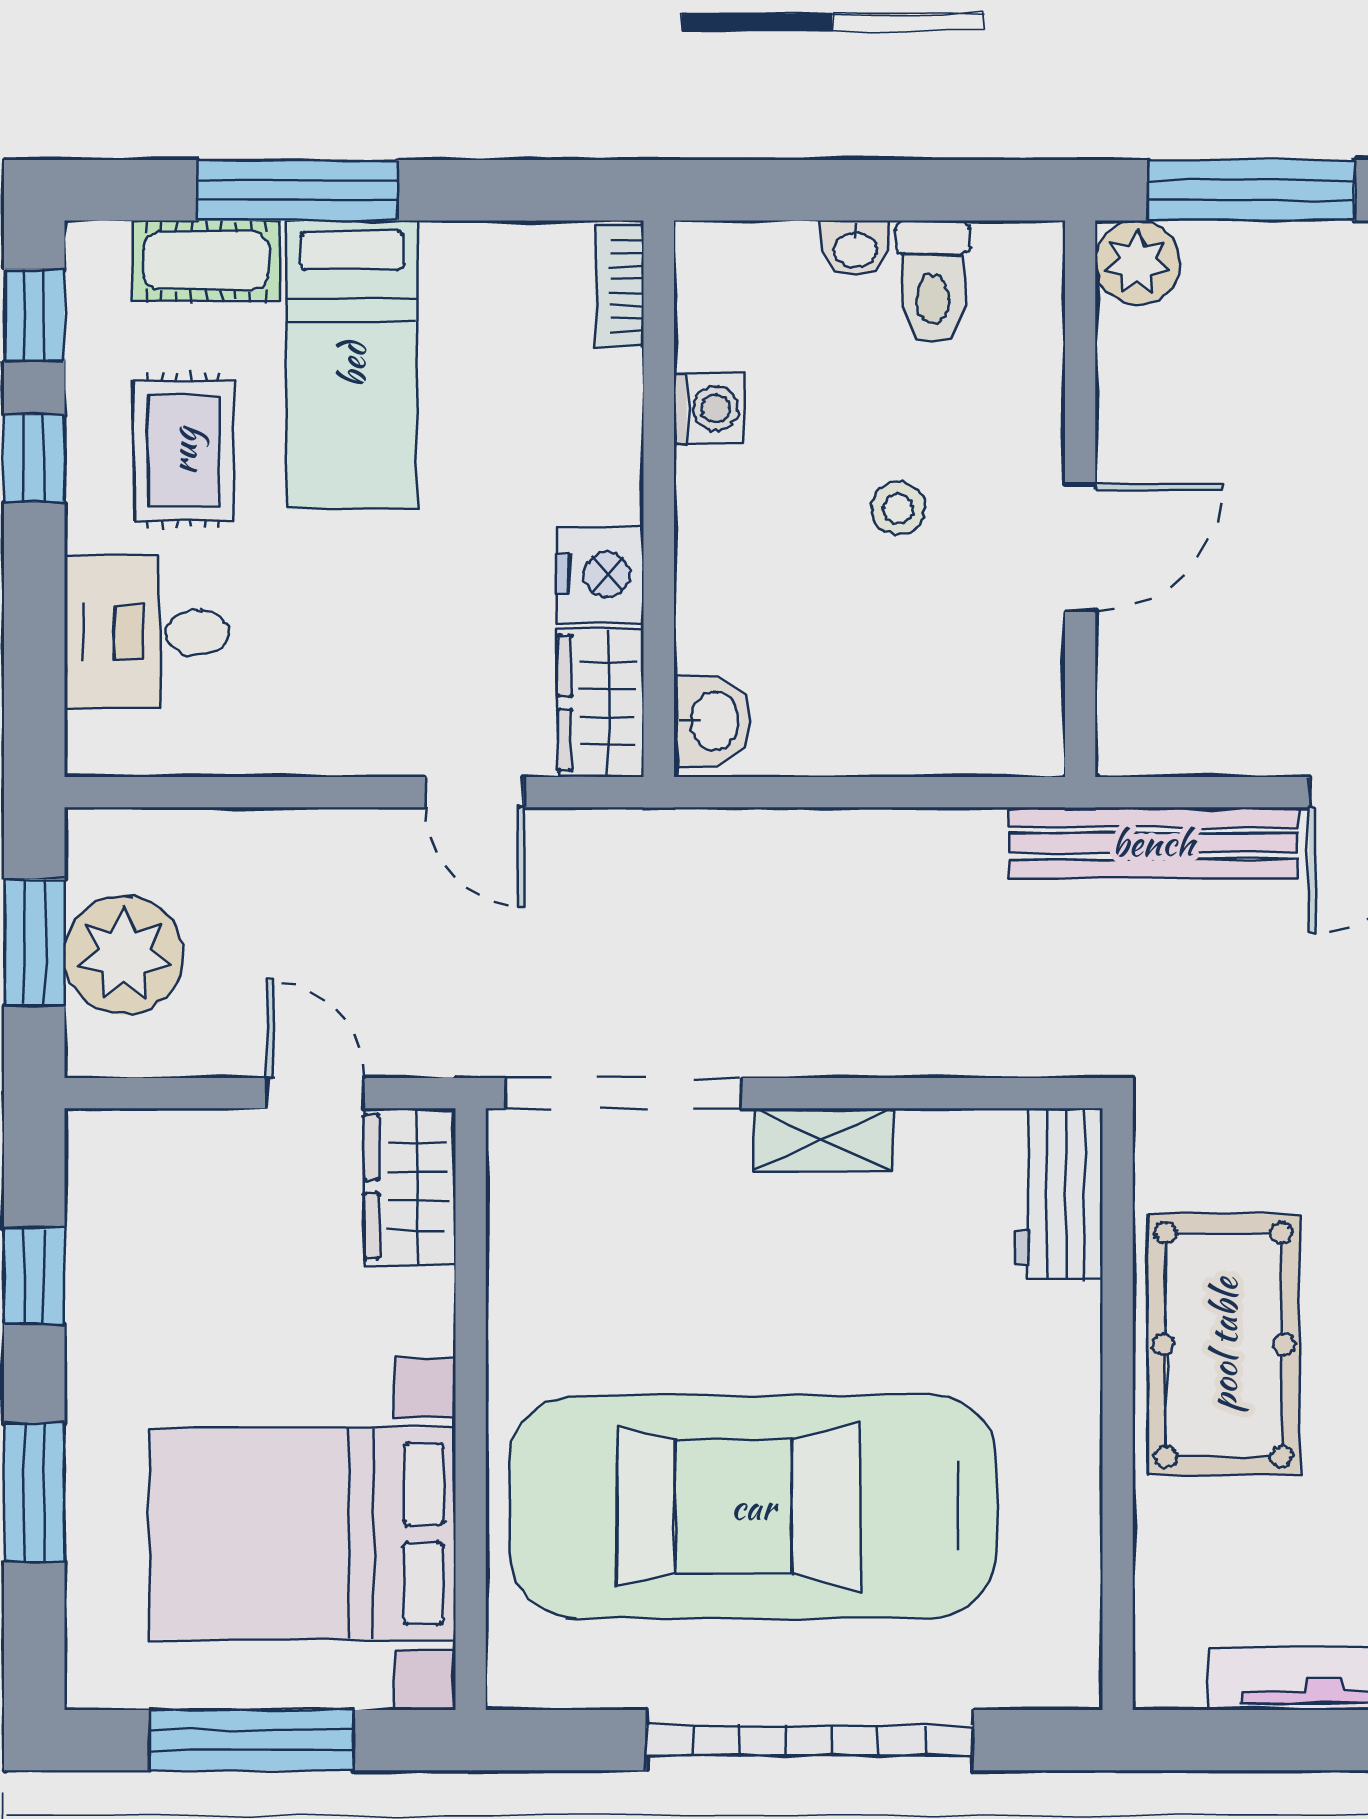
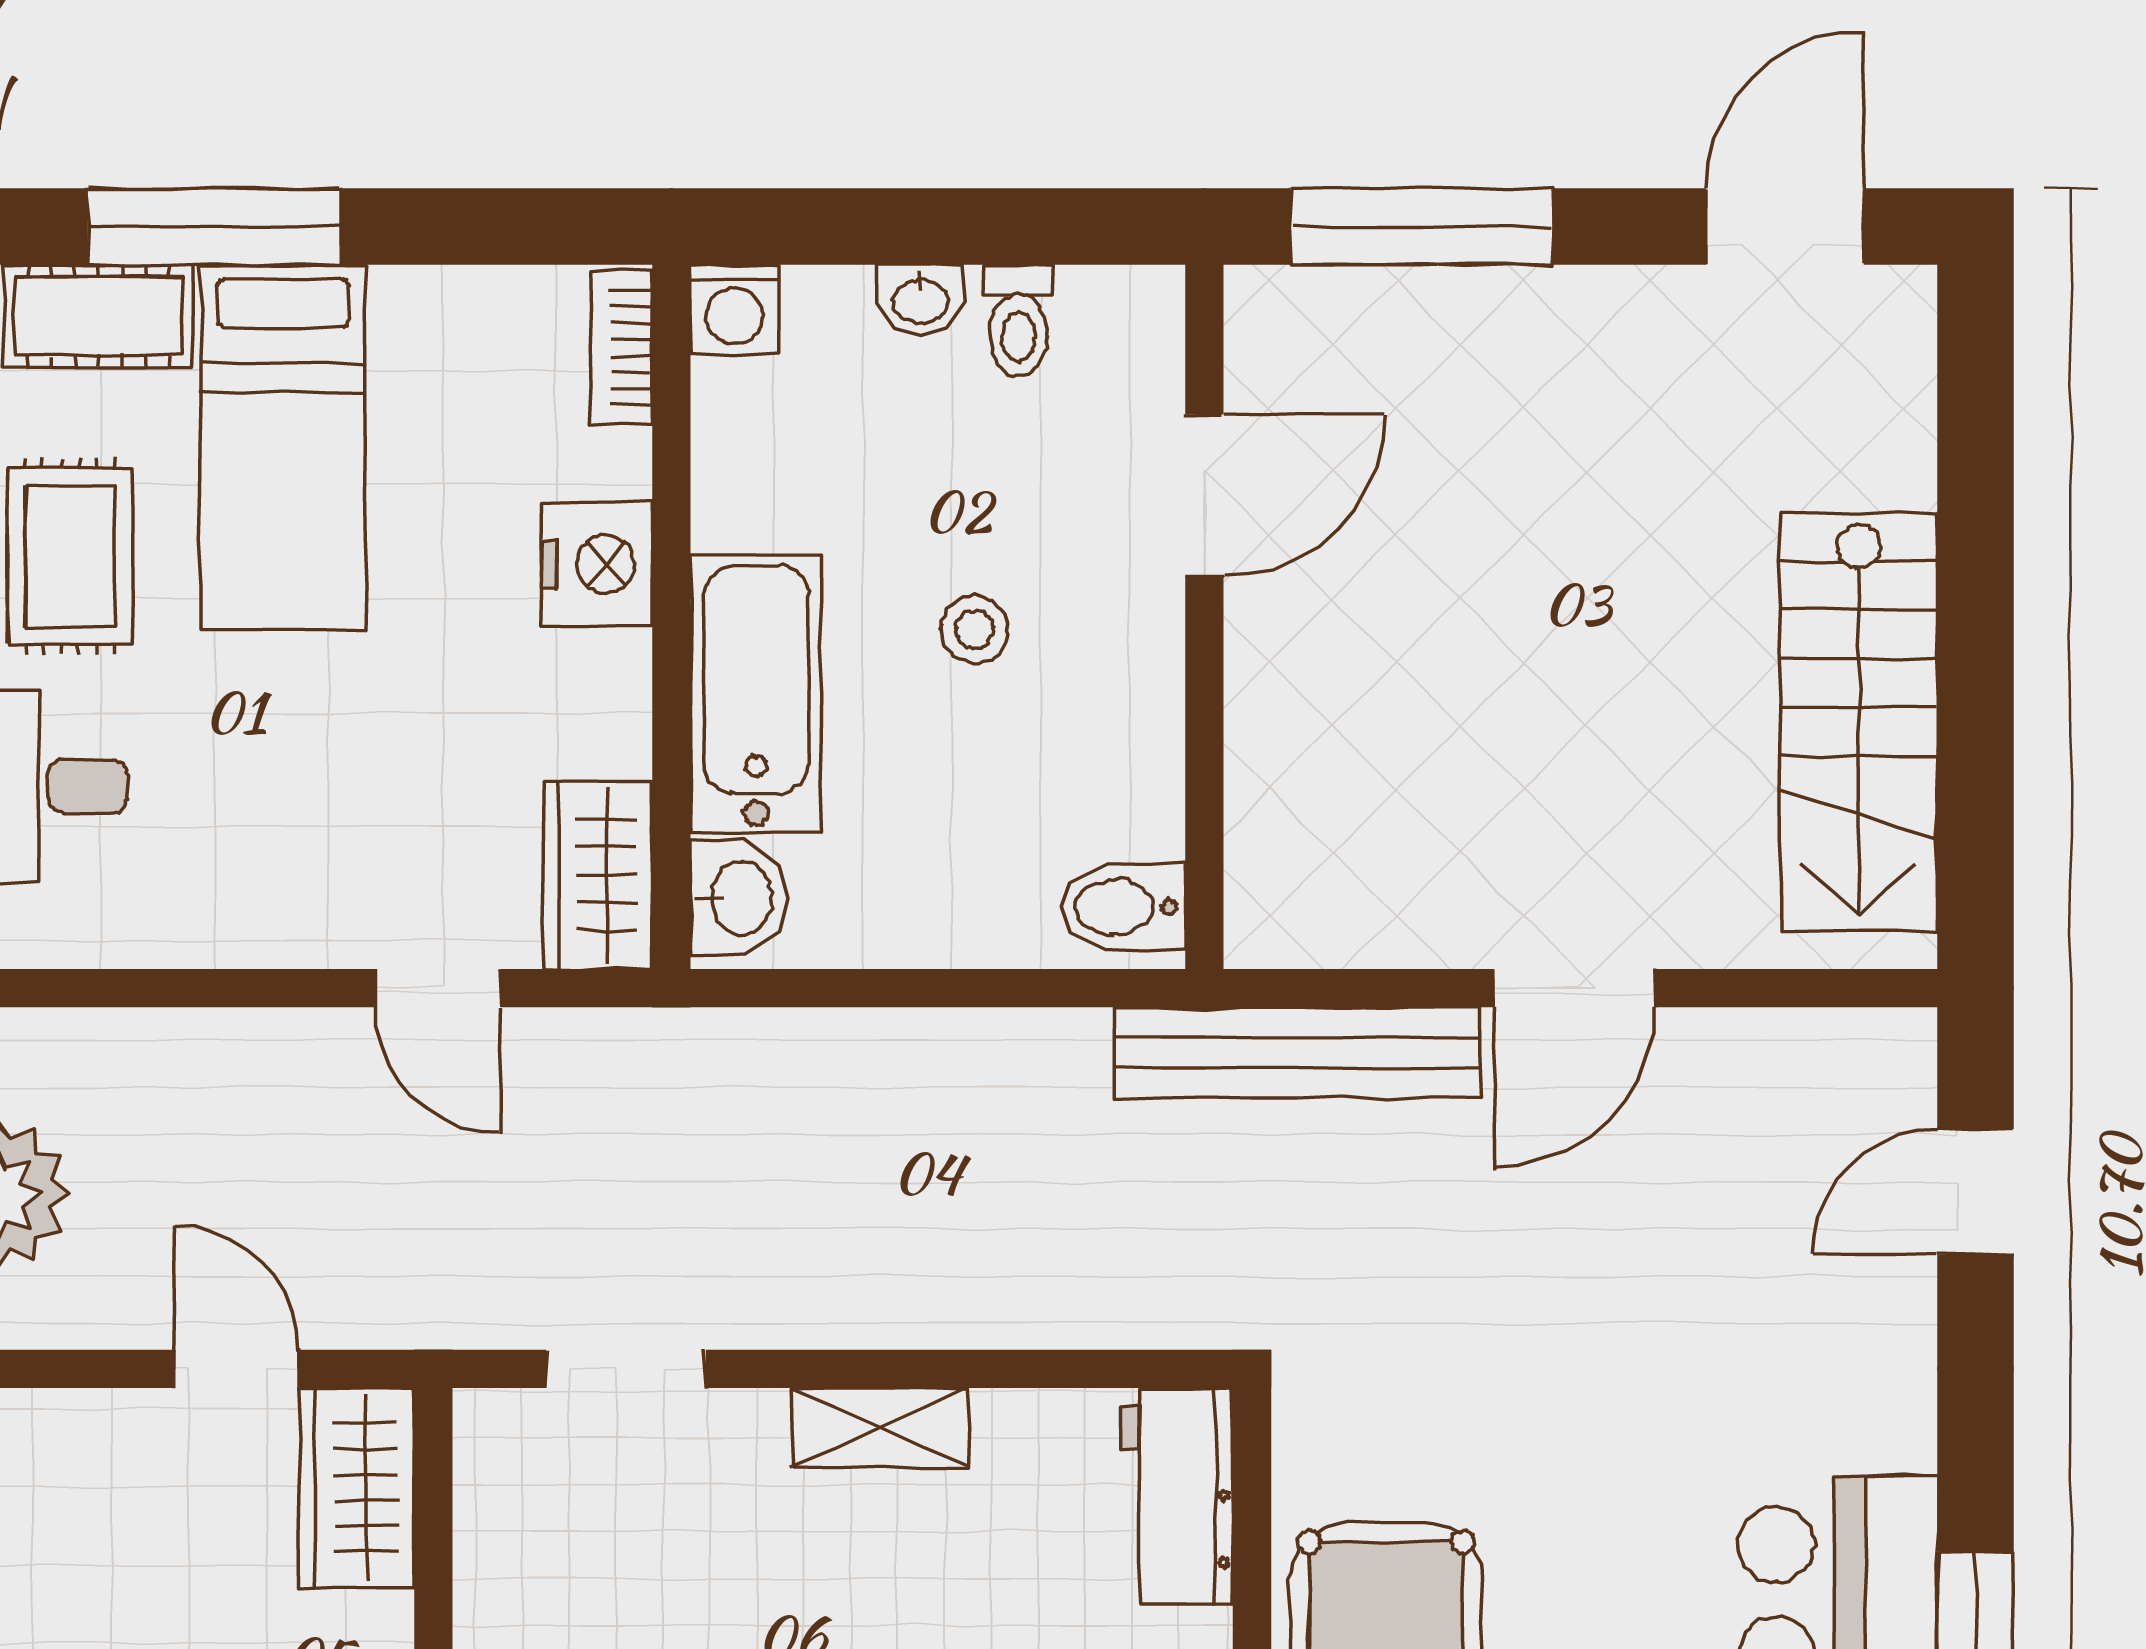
plant: (1137, 263) -> (1277, 318), removed
toilet: (933, 282) -> (1018, 321), width x0.73, depth x0.72
washing machine: (709, 408) -> (734, 309), moved, turned 90
door: (1080, 547) -> (1204, 495), moved
bathtub: (726, 559) -> (756, 693), added
nightstand: (600, 574) -> (597, 564), moved
bidet: (1016, 728) -> (1123, 907), added
doorway: (623, 1093) -> (626, 1369), width x0.53

